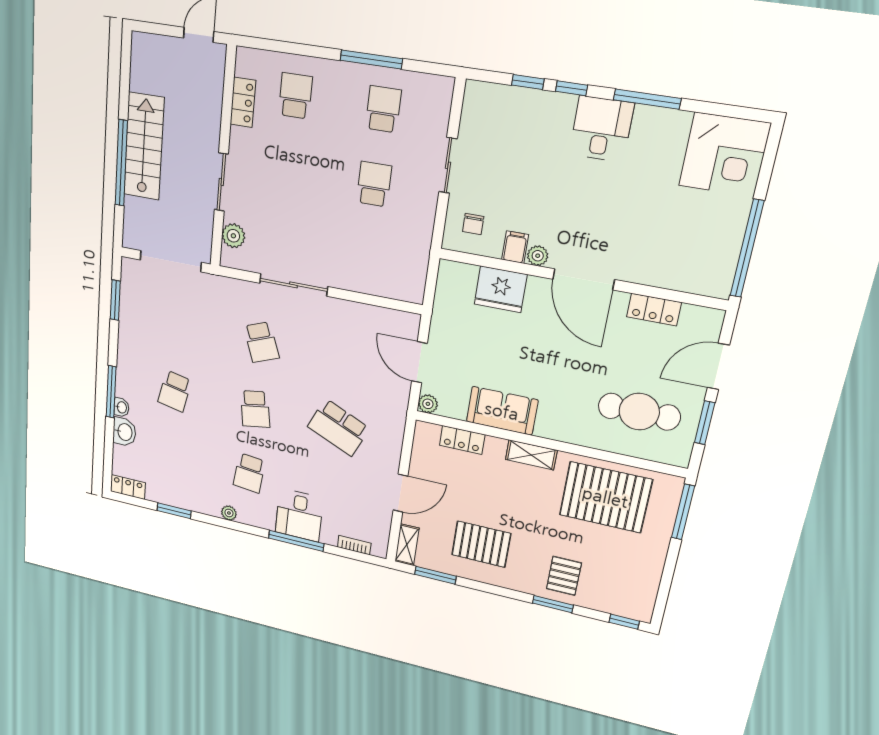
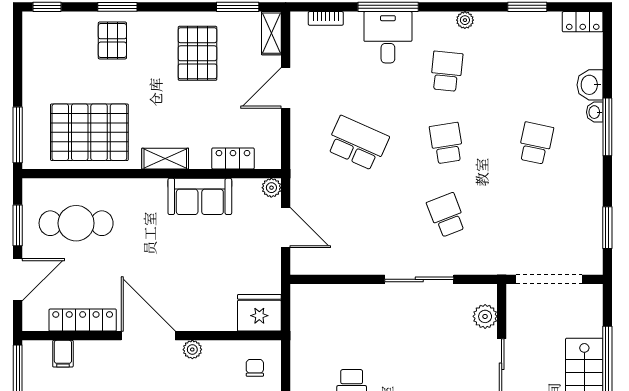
filing cabinet: (515, 247) -> (63, 354), moved
fridge: (501, 289) -> (259, 313), moved
locker: (654, 310) -> (83, 320), width x1.53
pallet: (481, 544) -> (197, 53), turned 90

